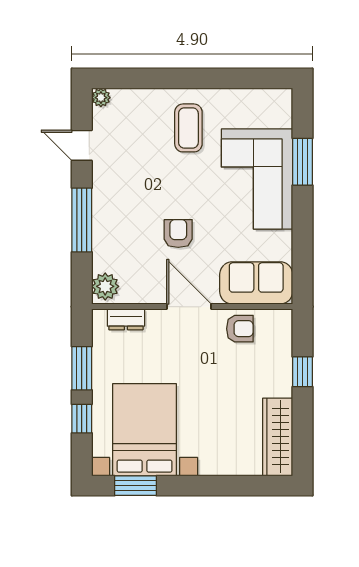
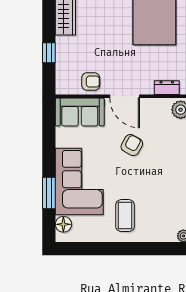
floor lamp: (281, 115) -> (63, 224), added
armchair: (178, 234) -> (132, 145), turned -151
armchair: (240, 329) -> (91, 82), turned 180

